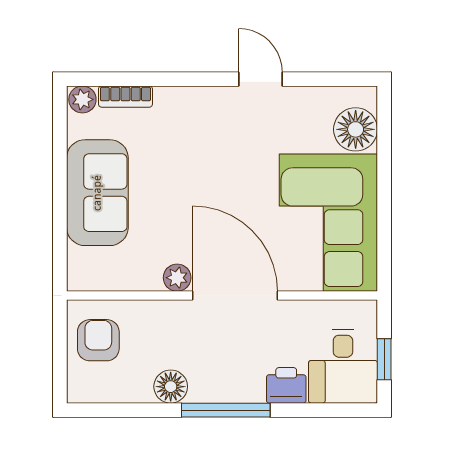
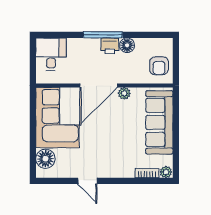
sofa: (97, 193) -> (159, 122), width x1.36
door: (235, 295) -> (99, 86), hinge flipped
window: (384, 359) -> (33, 57), removed
printer: (286, 385) -> (110, 46), moved

